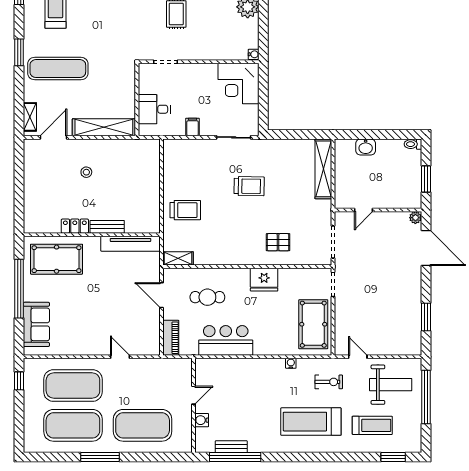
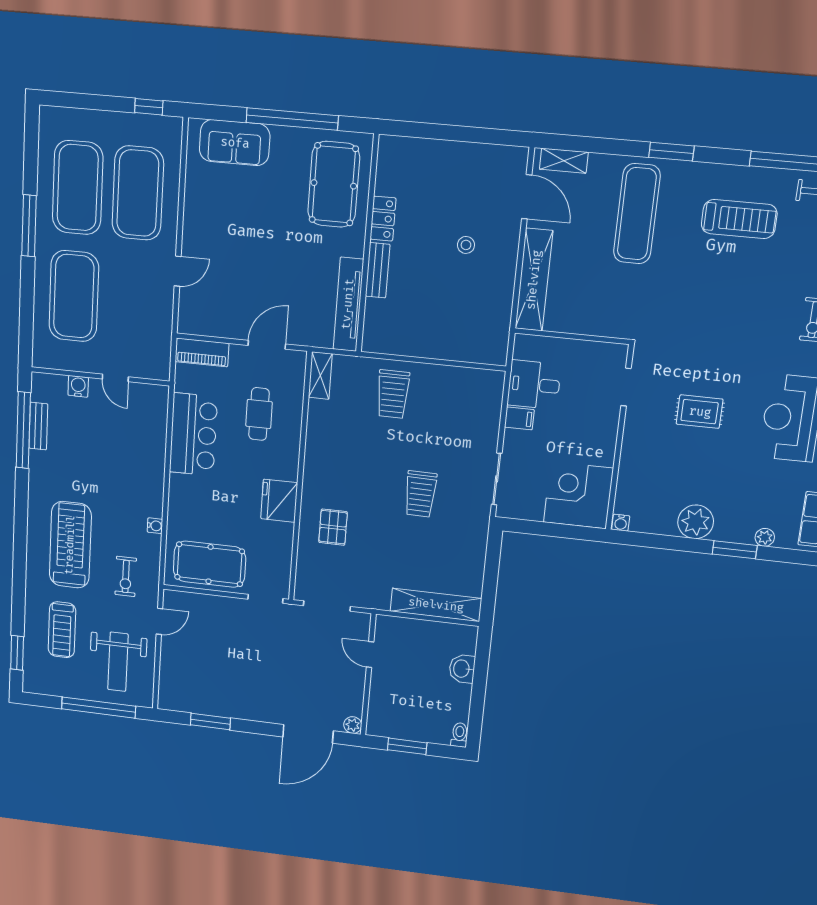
desk: (154, 109) -> (534, 385), moved, turned -90

